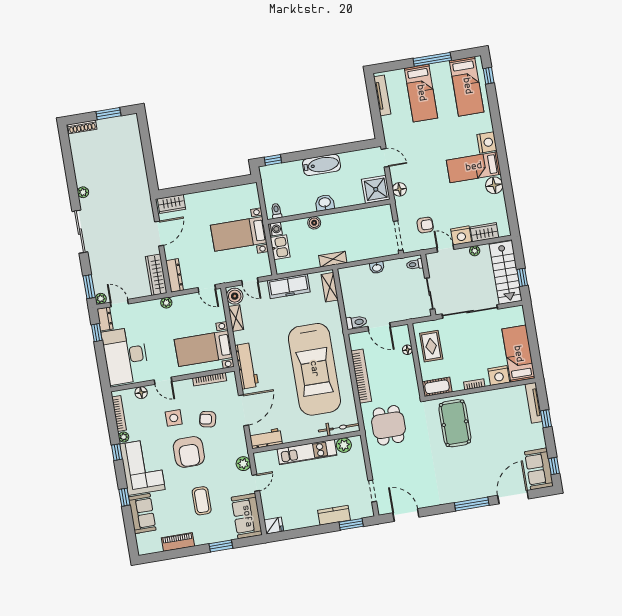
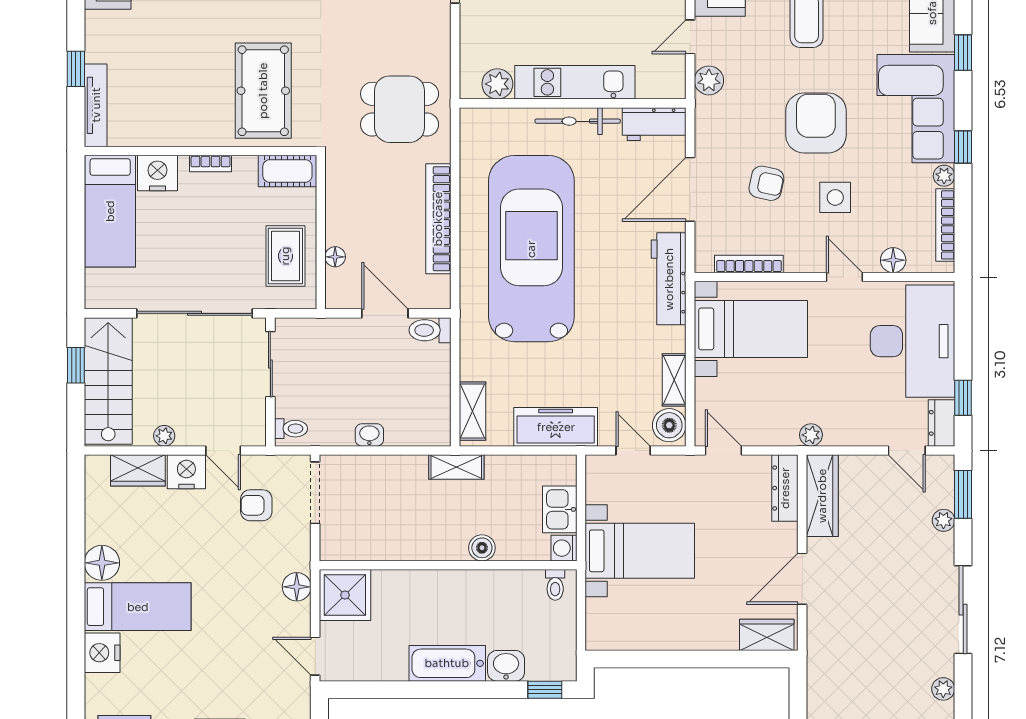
washbasin: (325, 203) -> (506, 666), moved, turned 180
plant: (101, 299) -> (943, 520), moved
dining table: (388, 425) -> (400, 109), turned 90
bicycle: (339, 428) -> (578, 121), moved

